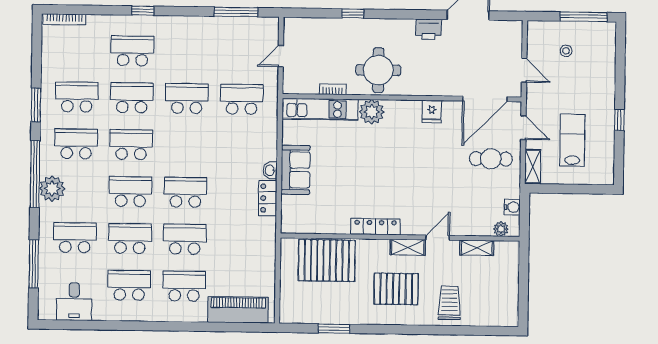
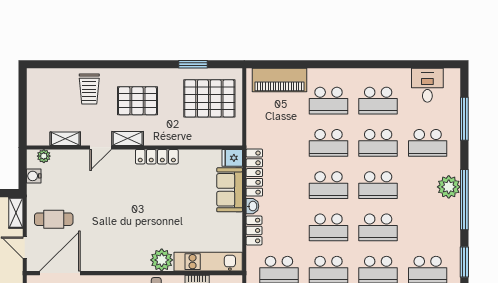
fridge: (432, 112) -> (232, 158), moved, turned -90
locker: (269, 143) -> (254, 230), added
school desk: (76, 144) -> (329, 227), moved
sofa: (296, 170) -> (230, 190), moved
locker: (268, 198) -> (254, 173), width x1.53
pallet: (327, 260) -> (209, 98), moved

